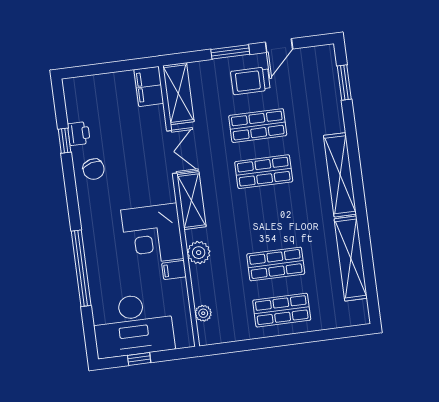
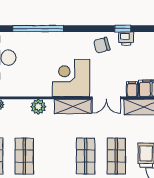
corner desk: (152, 234) -> (71, 78), moved
filing cabinet: (174, 270) -> (132, 89), moved

